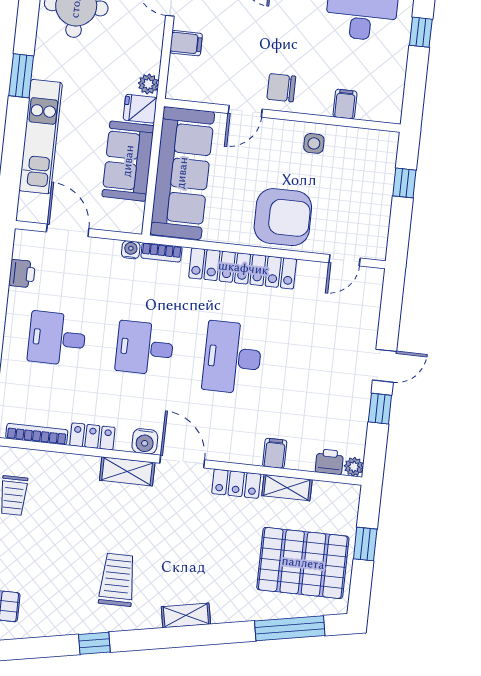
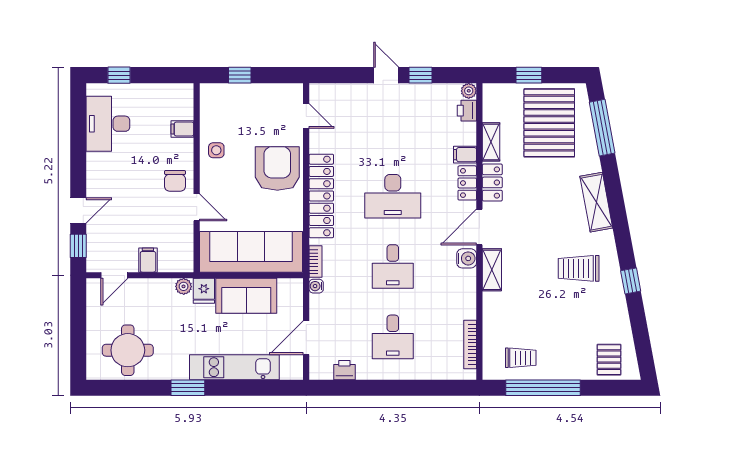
locker: (92, 436) -> (467, 183), moved
shelving: (186, 615) -> (596, 202), width x1.50, depth x1.33

